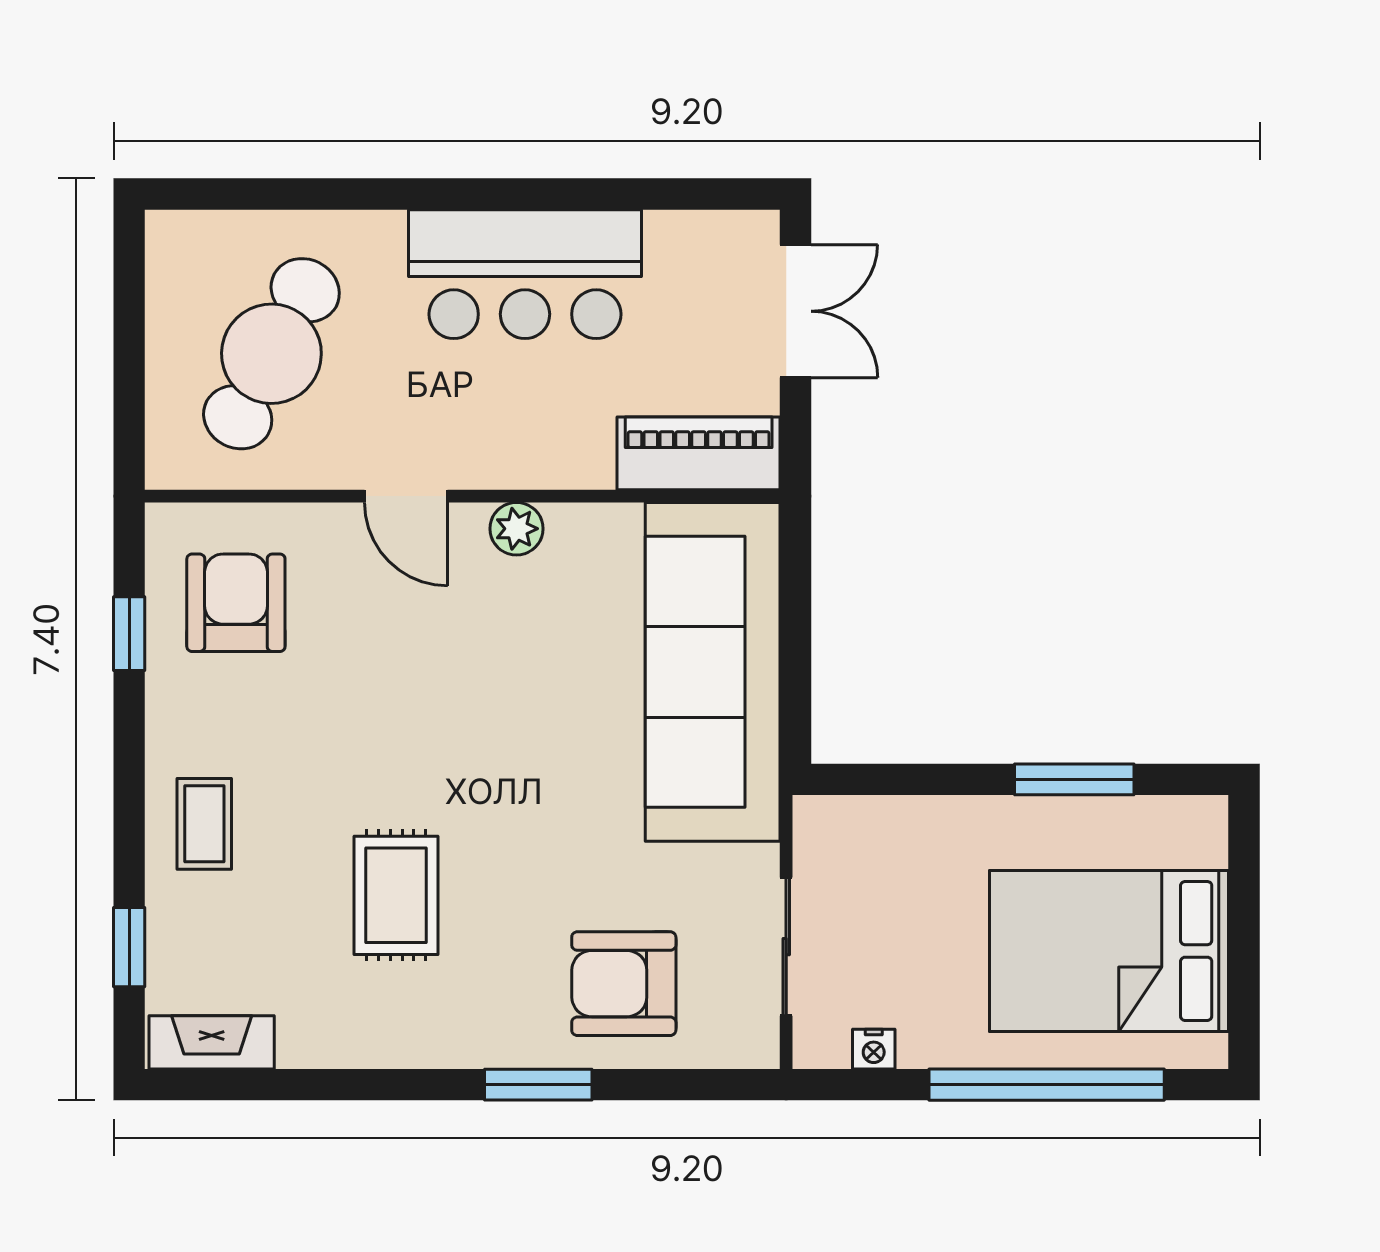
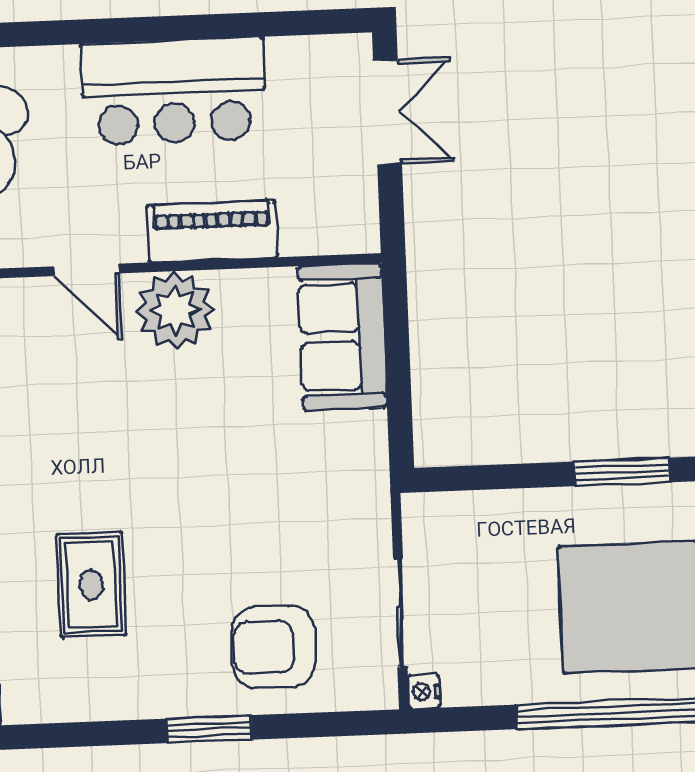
piano: (699, 453) -> (212, 231), moved
plant: (516, 529) -> (175, 310), width x1.88, depth x1.88
sofa: (713, 672) -> (342, 337), width x0.54, depth x0.79
nightstand: (874, 1049) -> (424, 692), moved, turned 90

